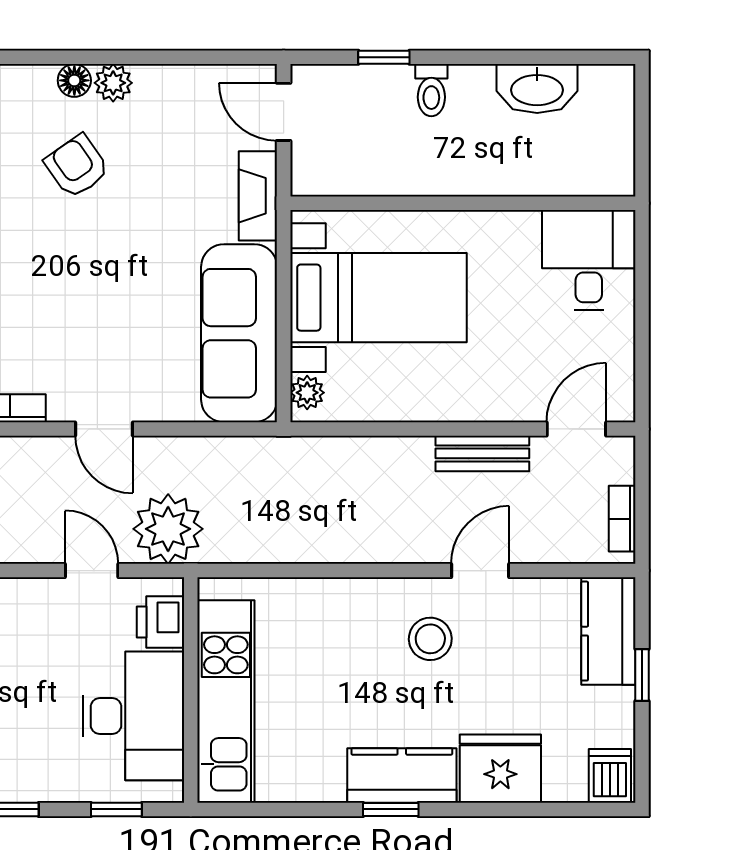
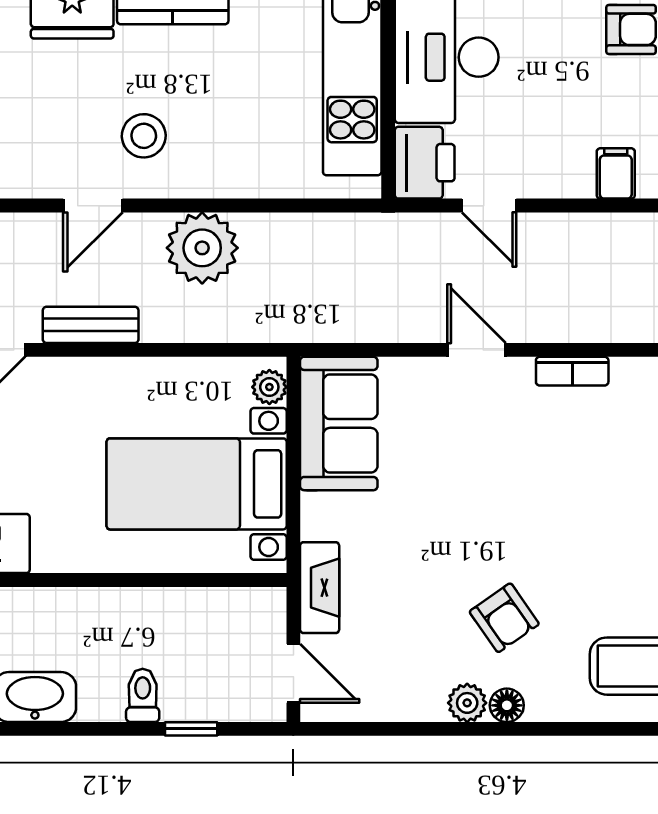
sofa: (239, 333) -> (339, 423), width x0.73
plant: (168, 529) -> (202, 248), moved
printer: (160, 622) -> (425, 163), width x1.36, depth x1.24

